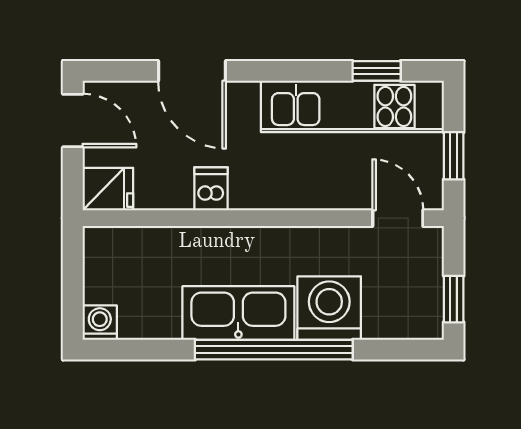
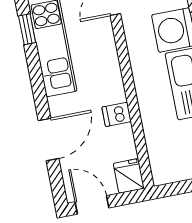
door: (73, 121) -> (92, 205), hinge flipped

